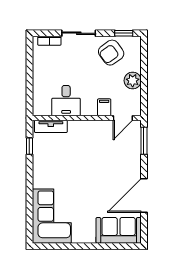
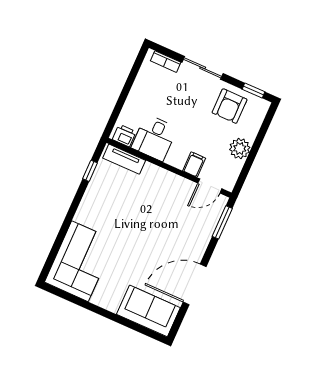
armchair: (111, 53) -> (230, 106), turned -54
printer: (43, 109) -> (124, 136), added

